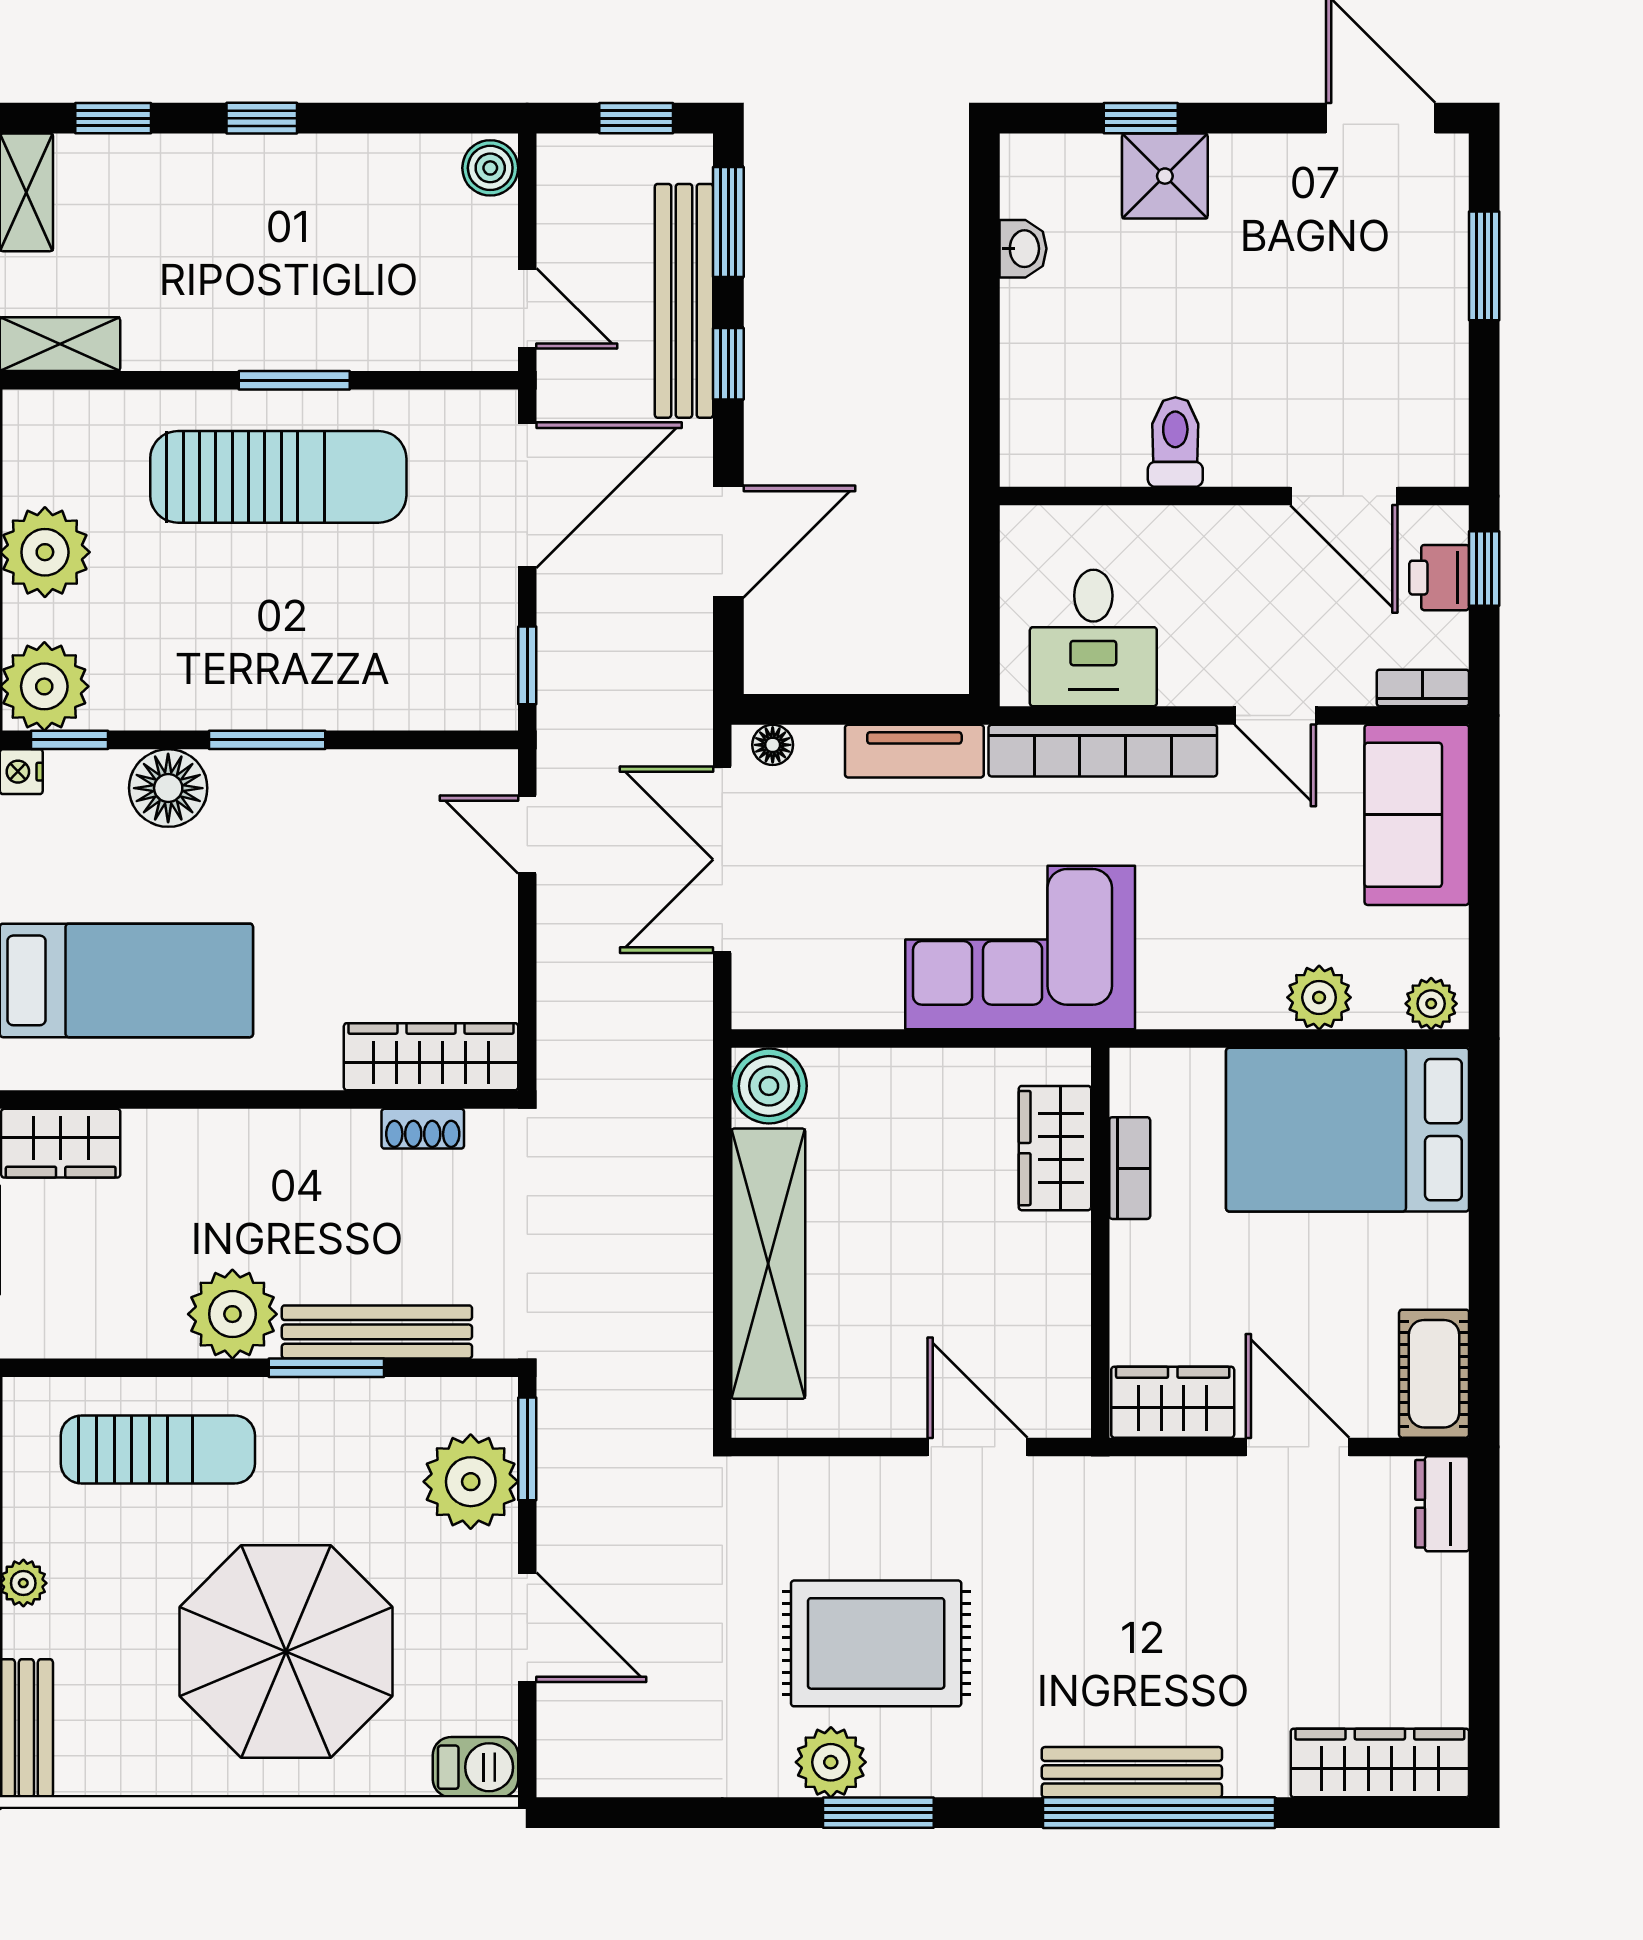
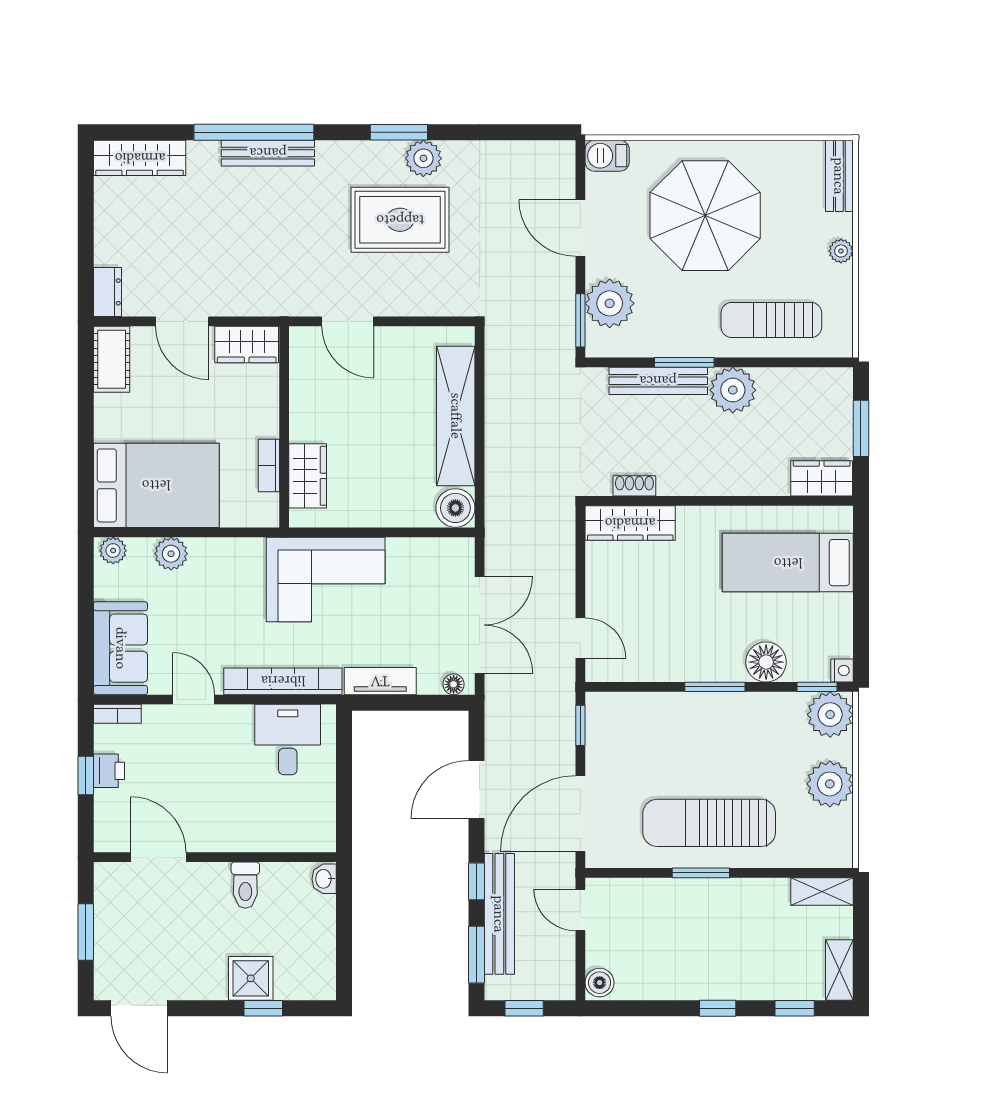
washbasin: (1023, 249) -> (324, 879), moved
toilet: (1175, 442) -> (245, 885), moved
wall: (1234, 496) -> (215, 857), moved
door: (1344, 496) -> (158, 857), moved

